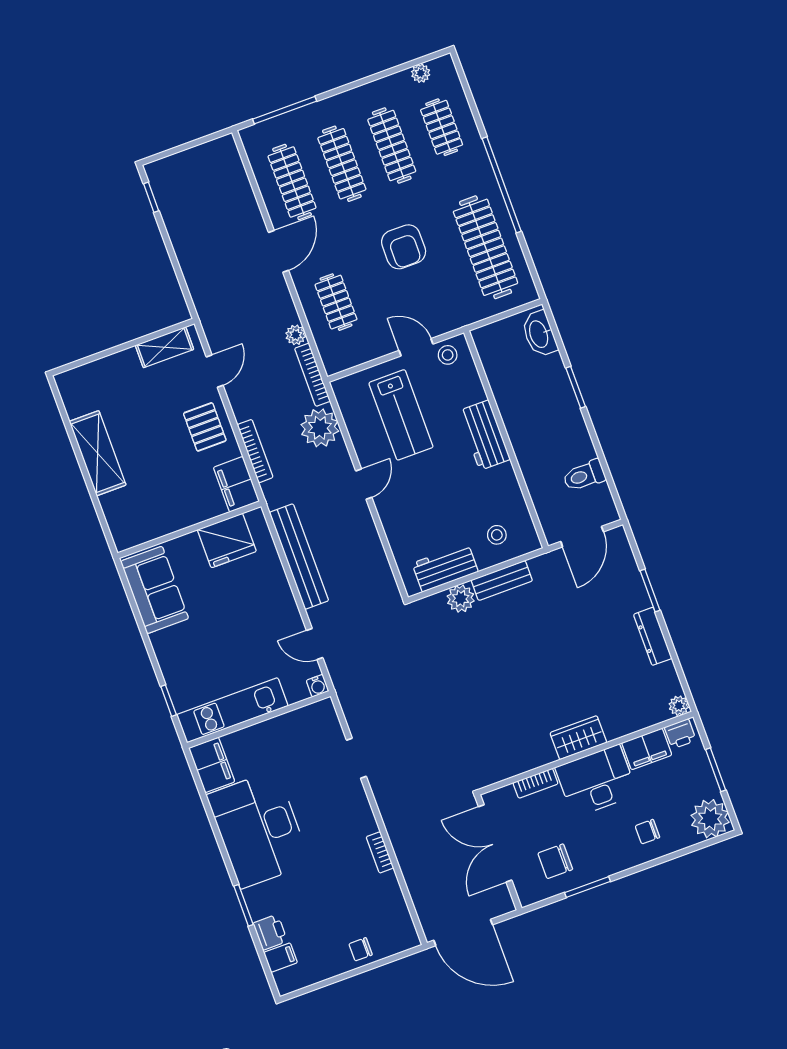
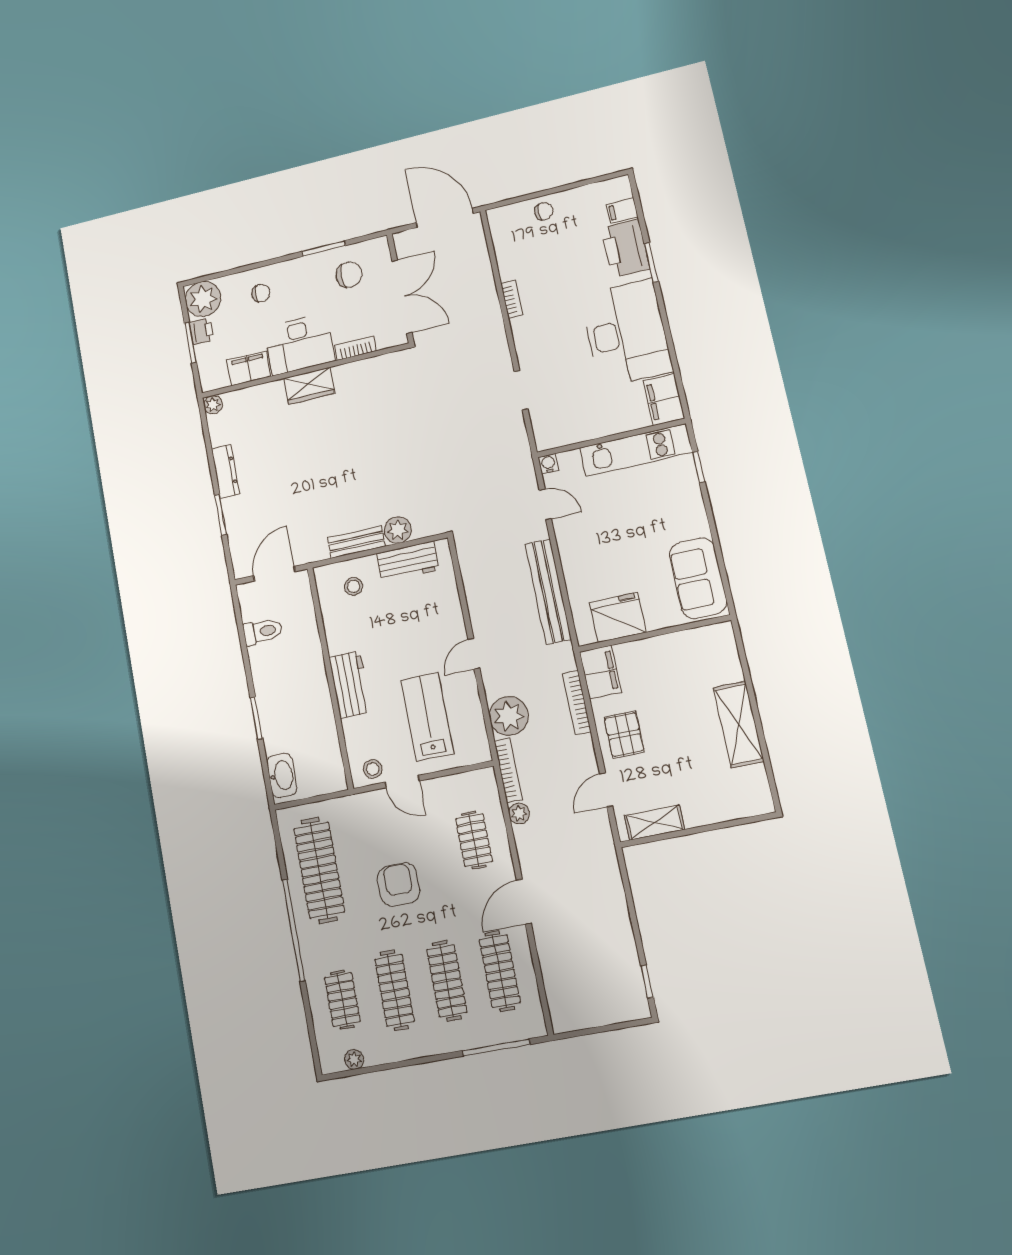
printer: (680, 734) -> (202, 331), moved, turned 90
printer: (270, 932) -> (625, 248), width x1.87, depth x1.48

